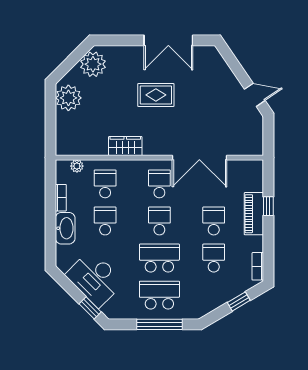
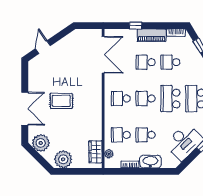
double door: (168, 40) -> (25, 109), moved
rug: (156, 95) -> (61, 101), turned 90
door: (255, 95) -> (43, 47), moved
wardrobe: (125, 146) -> (95, 152), moved
double door: (199, 158) -> (103, 55), moved
piano: (254, 214) -> (152, 35), moved

